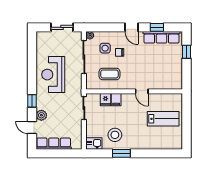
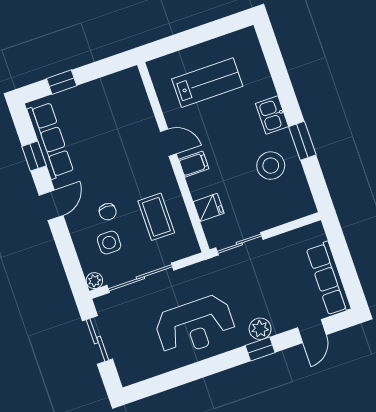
door: (142, 91) -> (168, 143), hinge flipped
filing cabinet: (116, 100) -> (194, 164), moved
plant: (41, 115) -> (260, 329), moved
lab bench: (163, 119) -> (207, 83), turned 90
kitchen sink: (94, 143) -> (272, 115), moved

